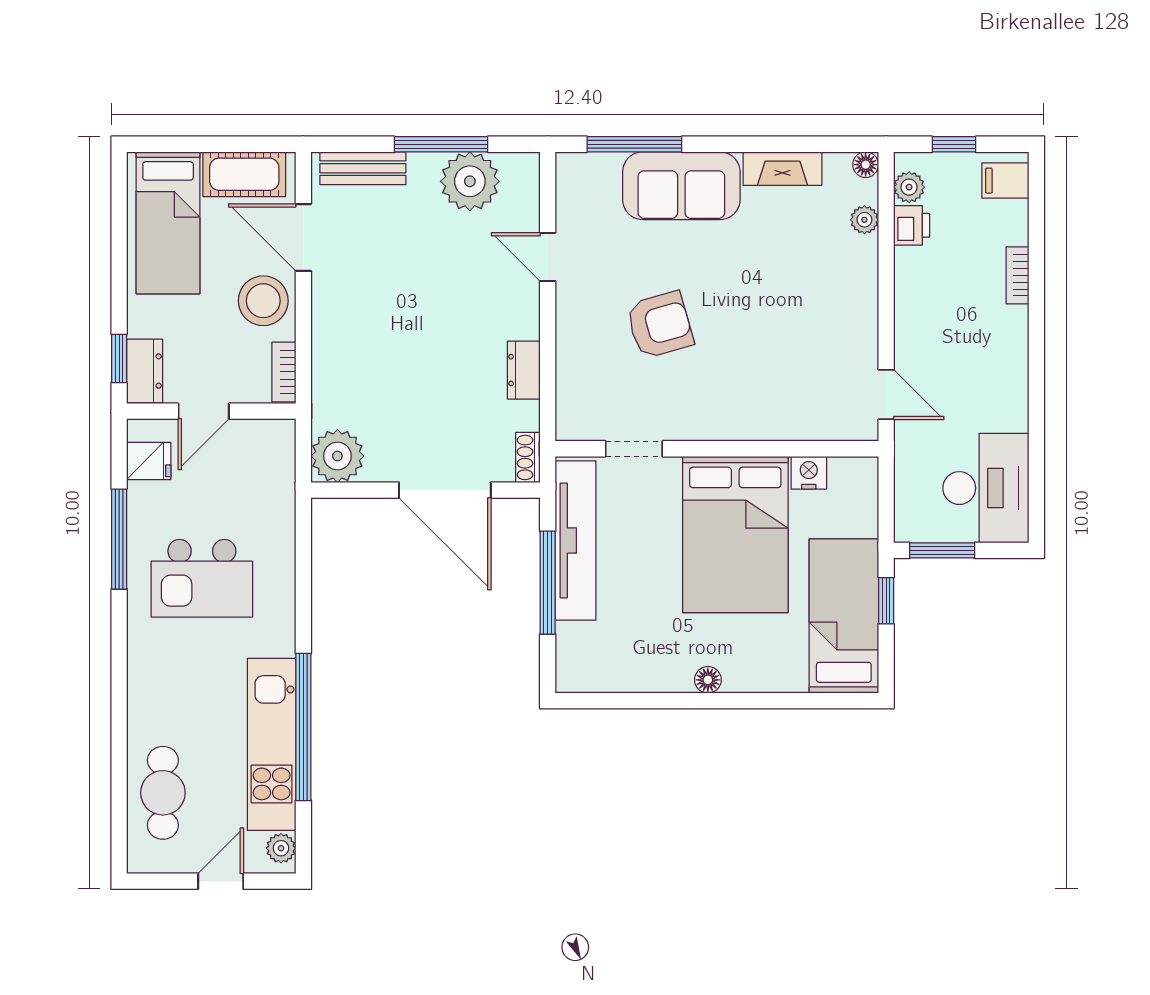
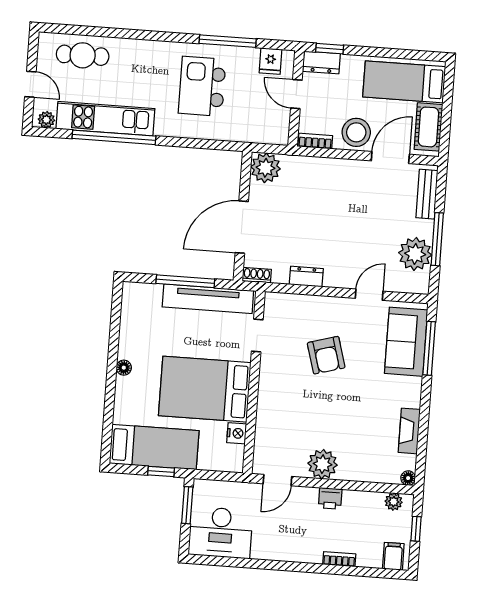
sofa: (681, 186) -> (406, 342), moved
plant: (864, 220) -> (323, 464), moved, width x1.87, depth x1.87
printer: (912, 225) -> (330, 498), moved

